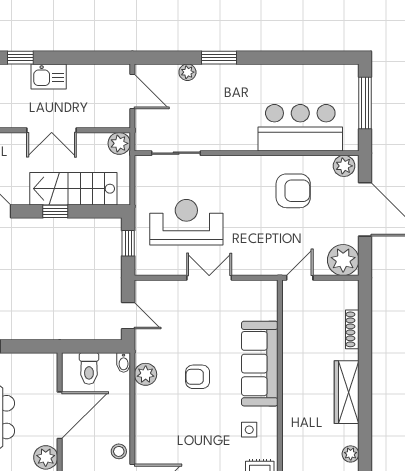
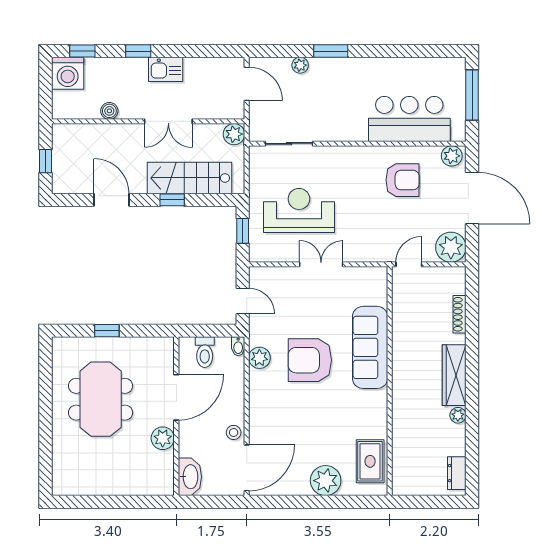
armchair: (198, 377) -> (310, 360), width x1.88, depth x1.88
side table: (249, 430) -> (360, 411), removed
plant: (351, 454) -> (458, 415), moved

